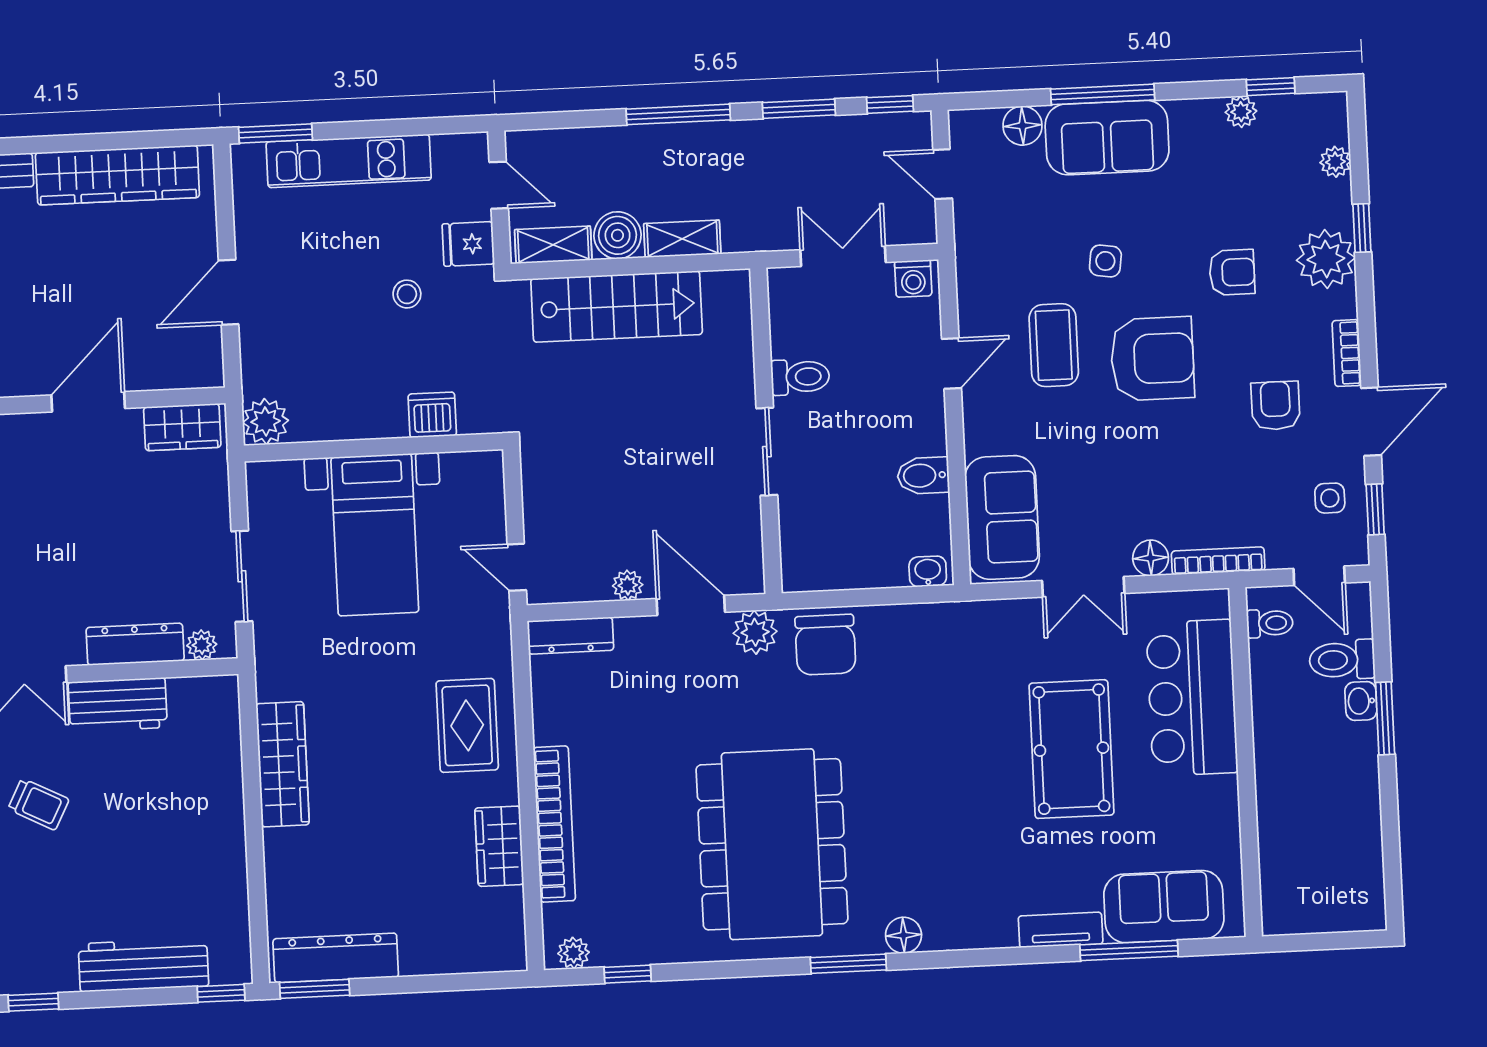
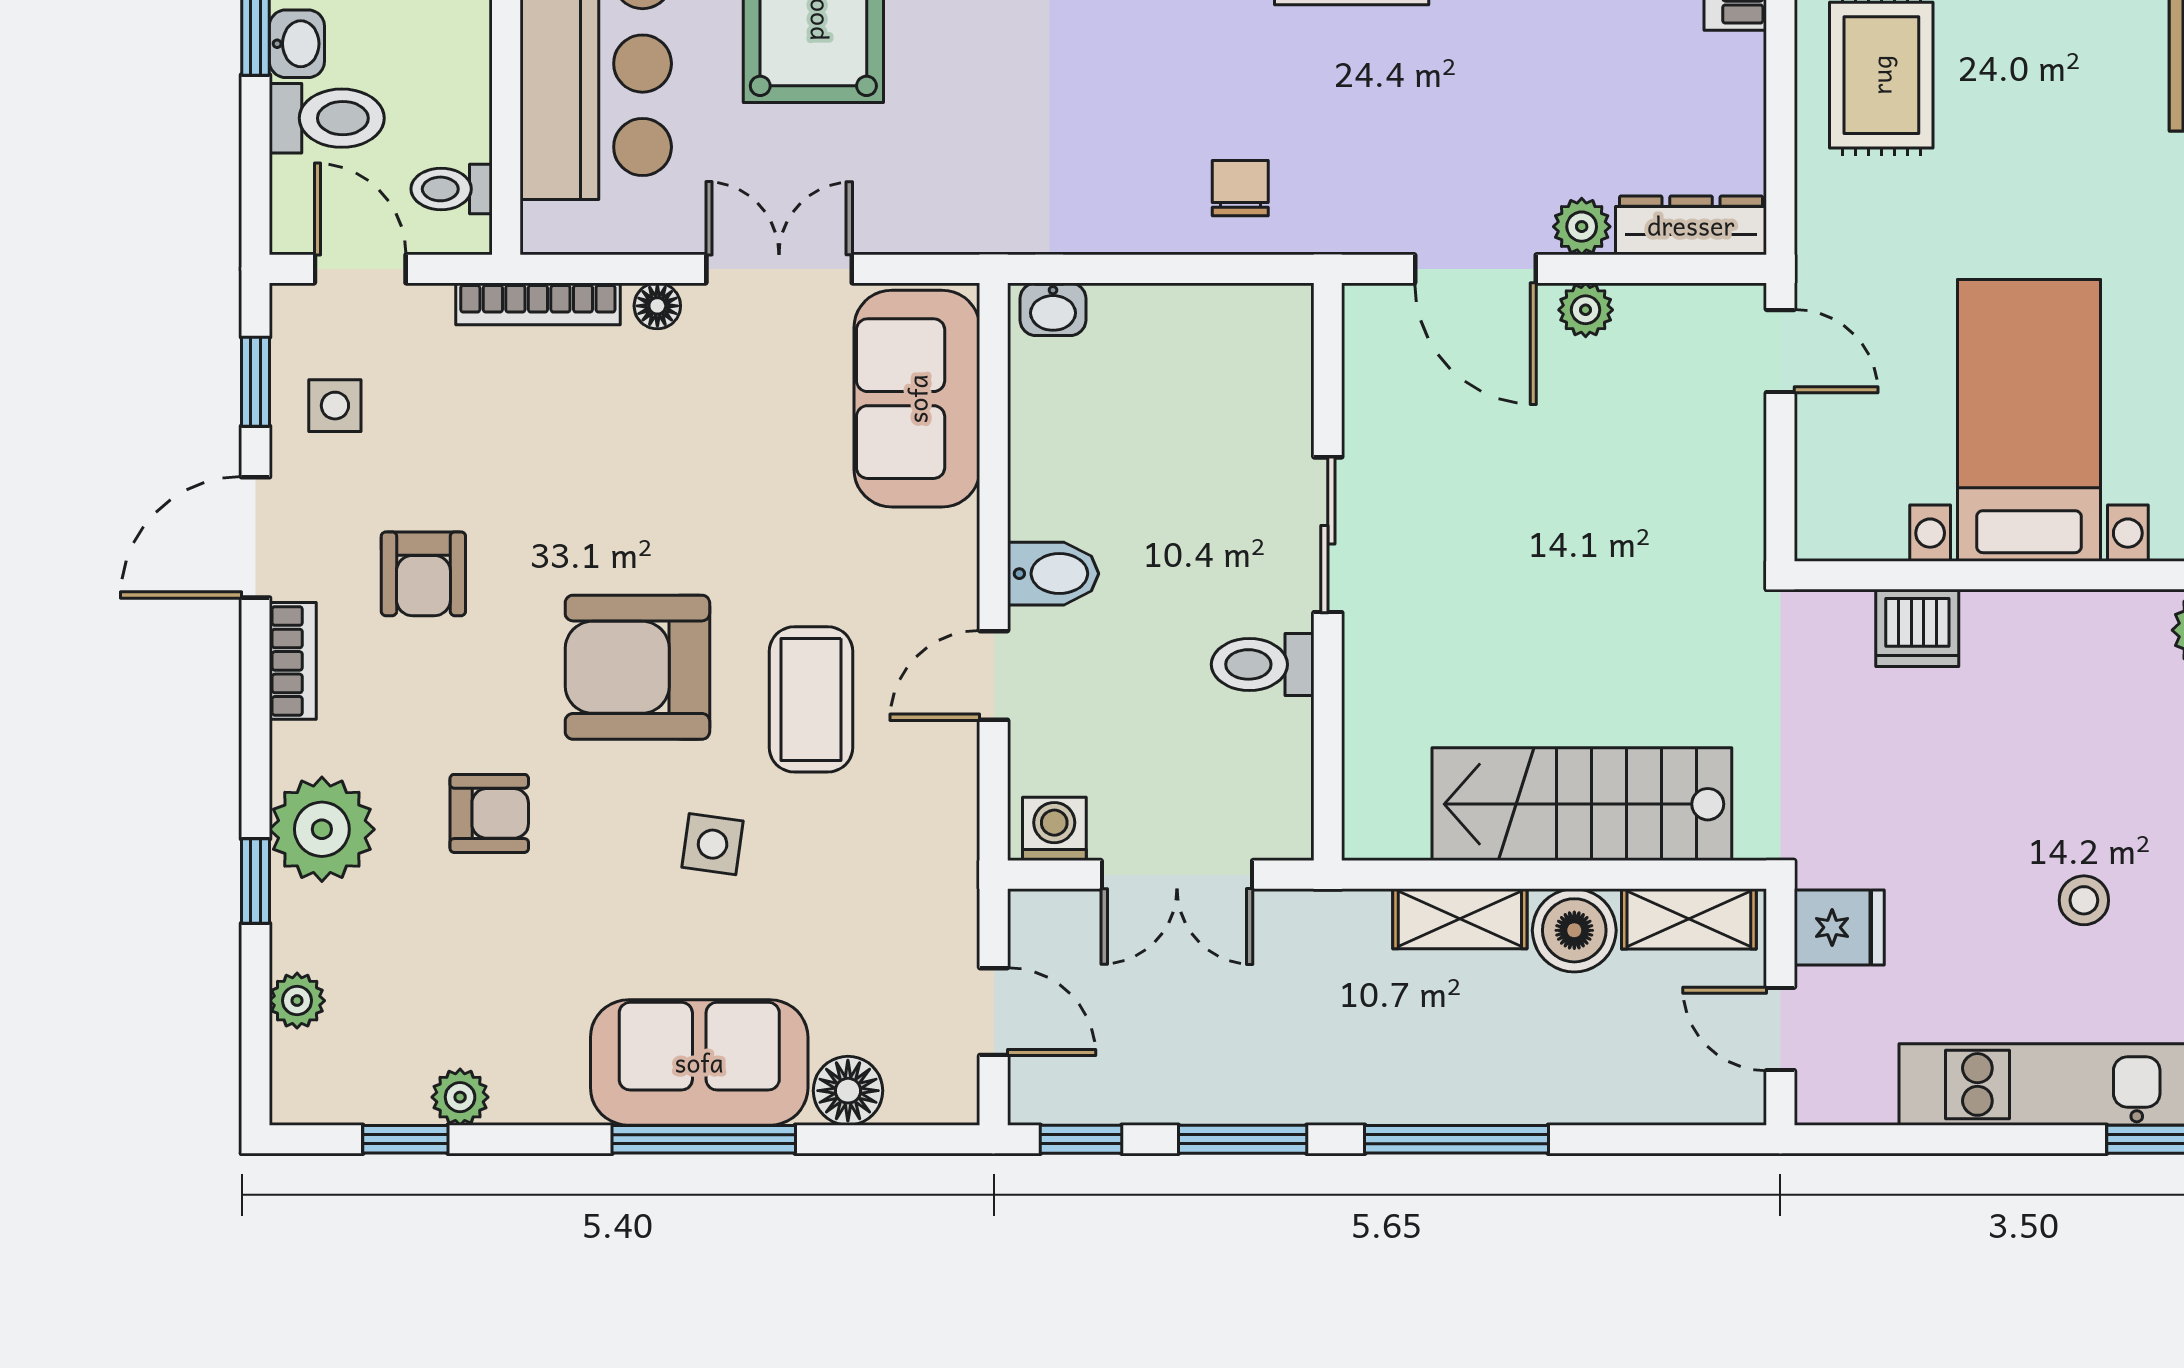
armchair: (1232, 272) -> (489, 813), turned 180
stool: (407, 294) -> (2084, 900), moved
bidet: (923, 476) -> (1053, 574), moved
floor lamp: (1151, 558) -> (657, 306), width x0.73, depth x0.73
plant: (755, 632) -> (1582, 227), moved, width x0.73, depth x0.73
chair: (825, 645) -> (1240, 188), width x0.54, depth x0.54

